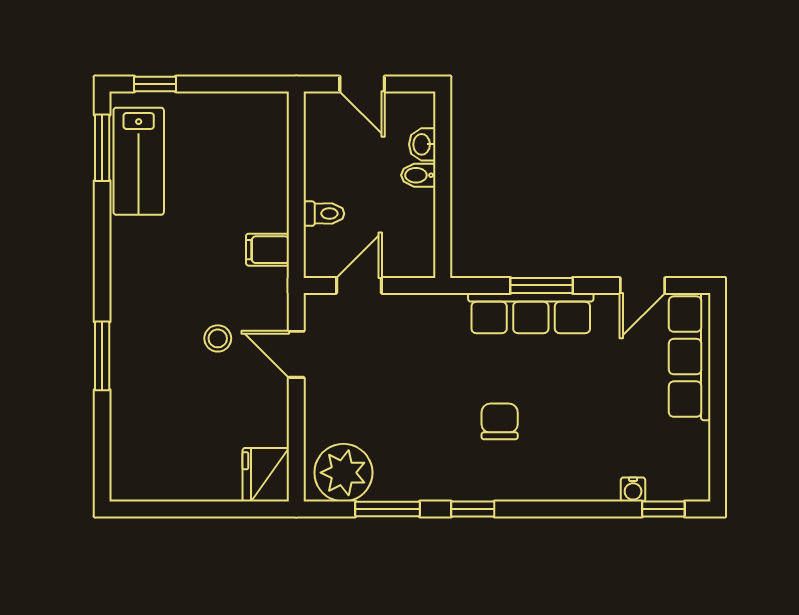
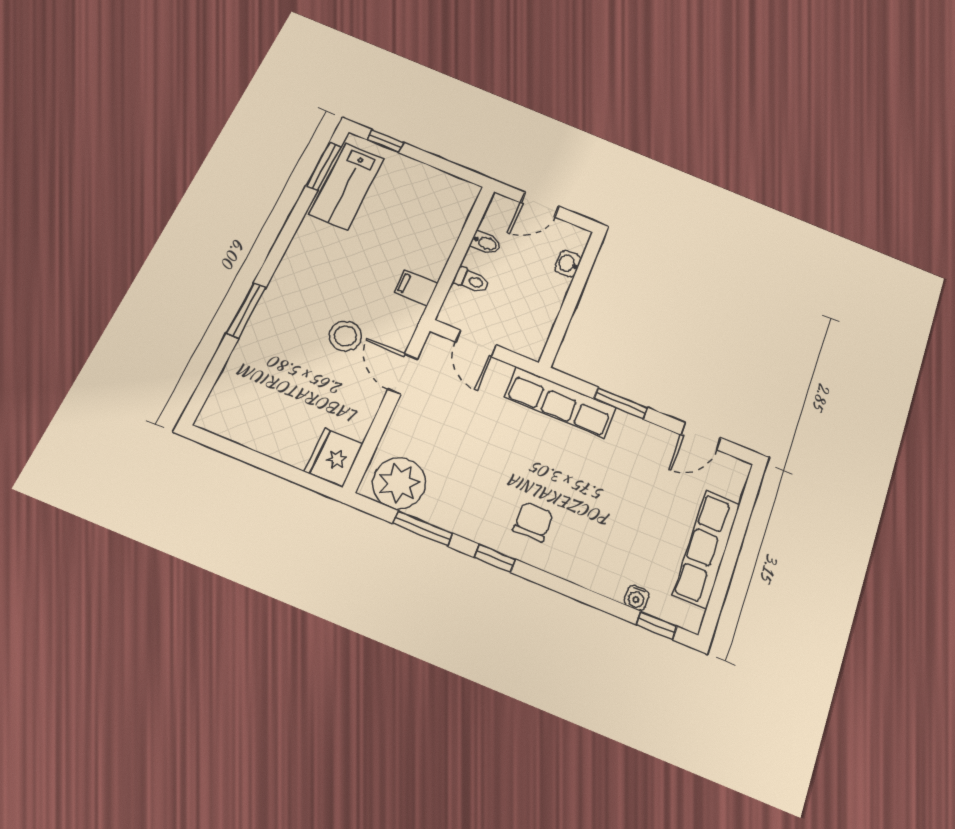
door: (362, 84) -> (540, 205), hinge flipped
bidet: (418, 175) -> (486, 243), moved, turned 180
door: (359, 285) -> (476, 343), swing flipped
row of seats: (531, 313) -> (560, 402), moved
stool: (218, 338) -> (345, 336), width x1.37, depth x1.37
row of seats: (690, 357) -> (707, 549), moved
chair: (500, 421) -> (533, 522), moved

